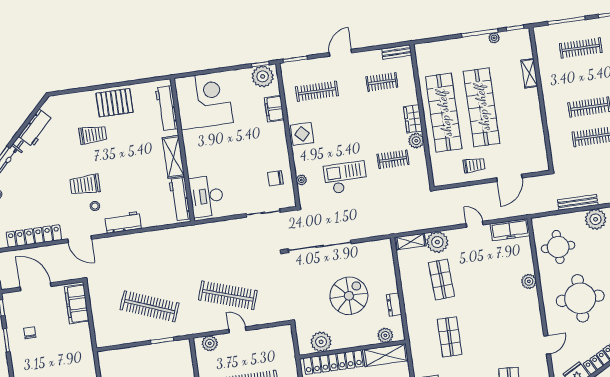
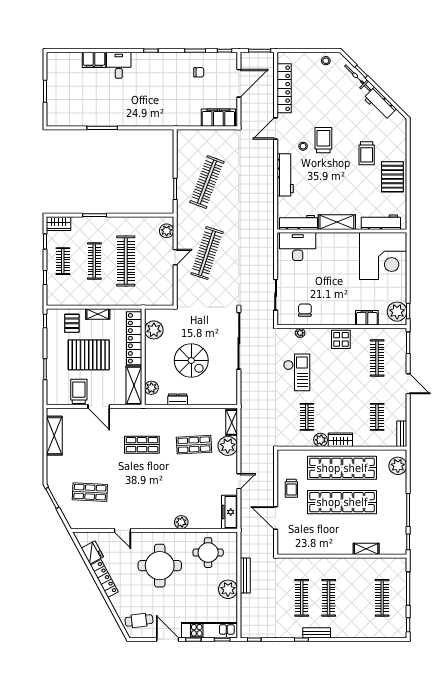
plant: (494, 38) -> (398, 466), moved, width x1.88, depth x1.88
workbench: (123, 222) -> (285, 175), width x1.38

